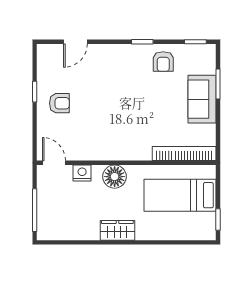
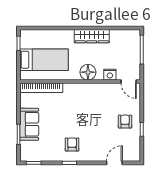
armchair: (163, 62) -> (72, 144), moved
armchair: (59, 103) -> (125, 122), turned 90
wardrobe: (117, 230) -> (92, 36), width x1.50

